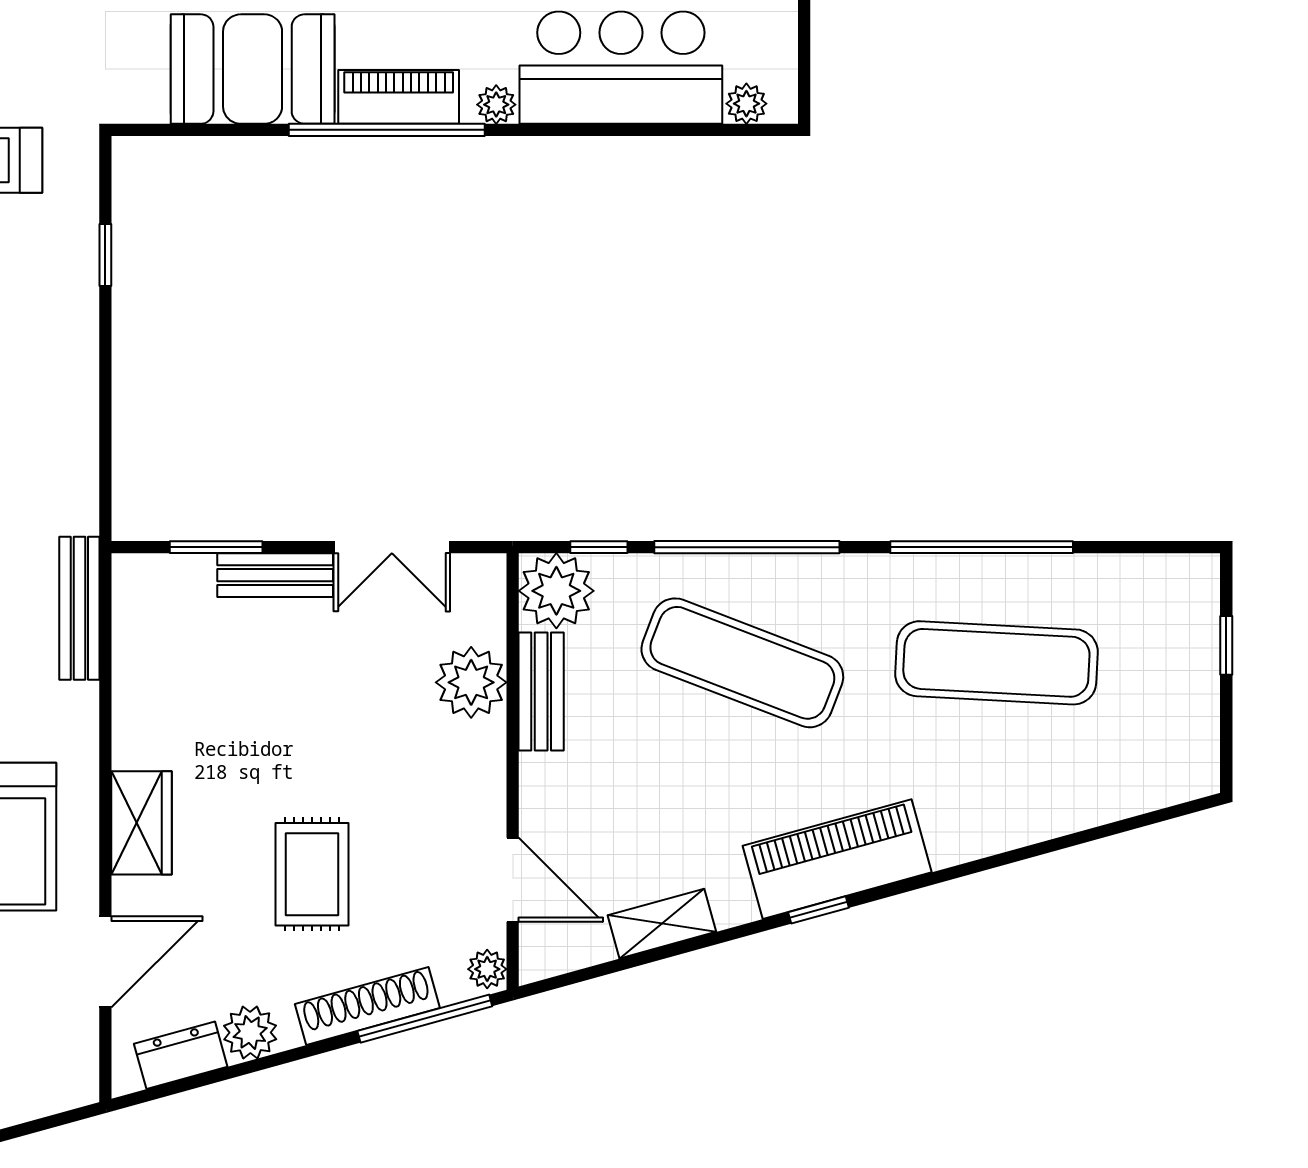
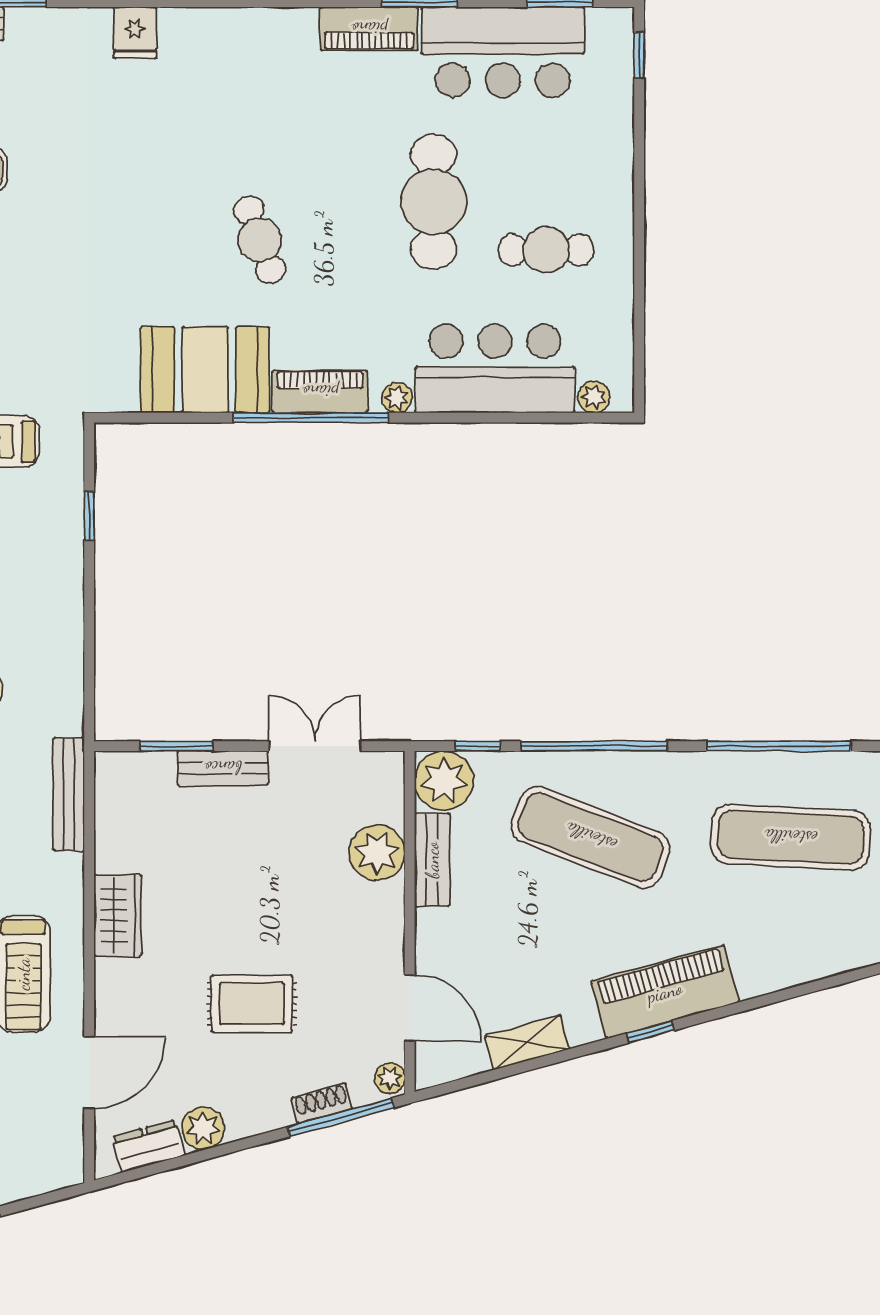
double door: (392, 547) -> (315, 746), swing flipped
wardrobe: (142, 823) -> (118, 915), moved
rug: (312, 874) -> (252, 1004), turned 90
shoe rack: (367, 1006) -> (322, 1103), width x0.51, depth x0.81

